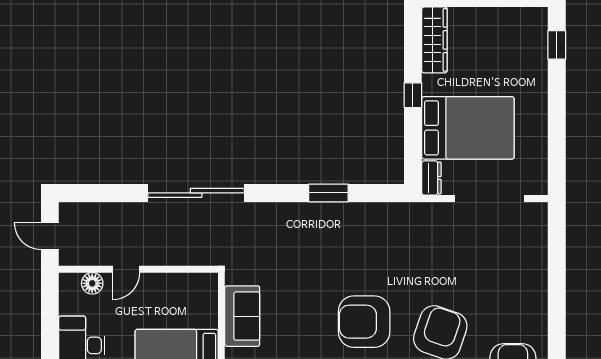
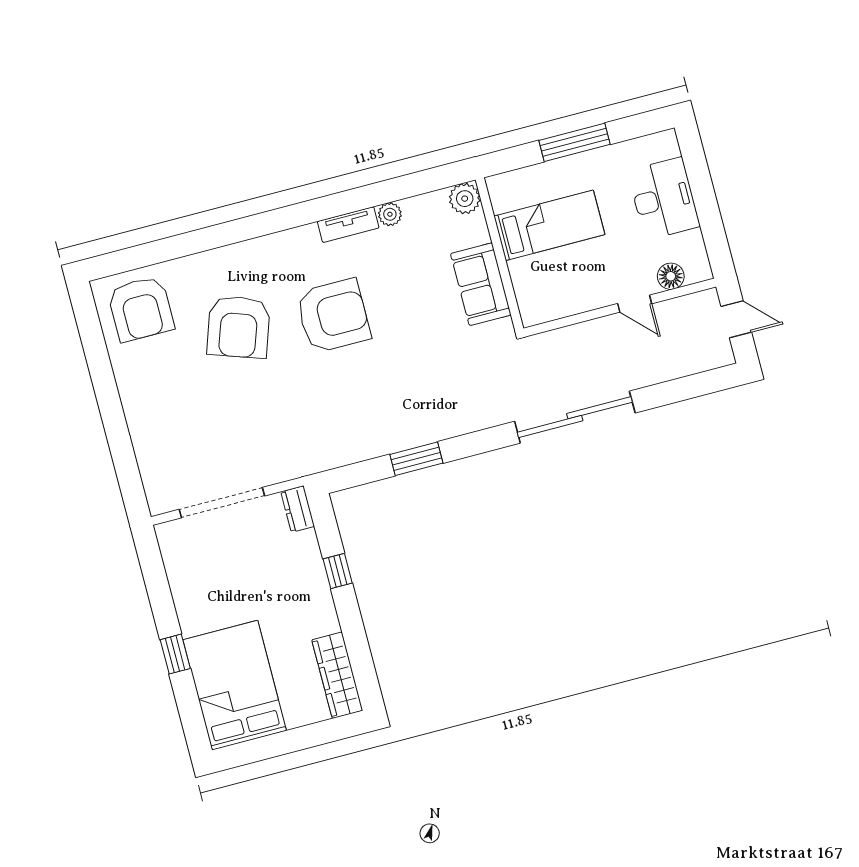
window: (557, 45) -> (175, 654), moved
window: (413, 95) -> (338, 571), moved
bed: (468, 128) -> (235, 685), moved, turned 90
door: (126, 269) -> (635, 304), swing flipped

